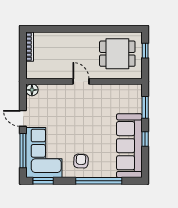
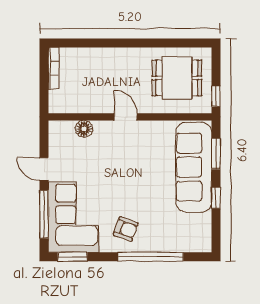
window: (145, 51) -> (216, 96), moved
floor lamp: (32, 90) -> (84, 129), moved
sofa: (129, 146) -> (194, 167), moved
armchair: (81, 161) -> (126, 229), turned 107

